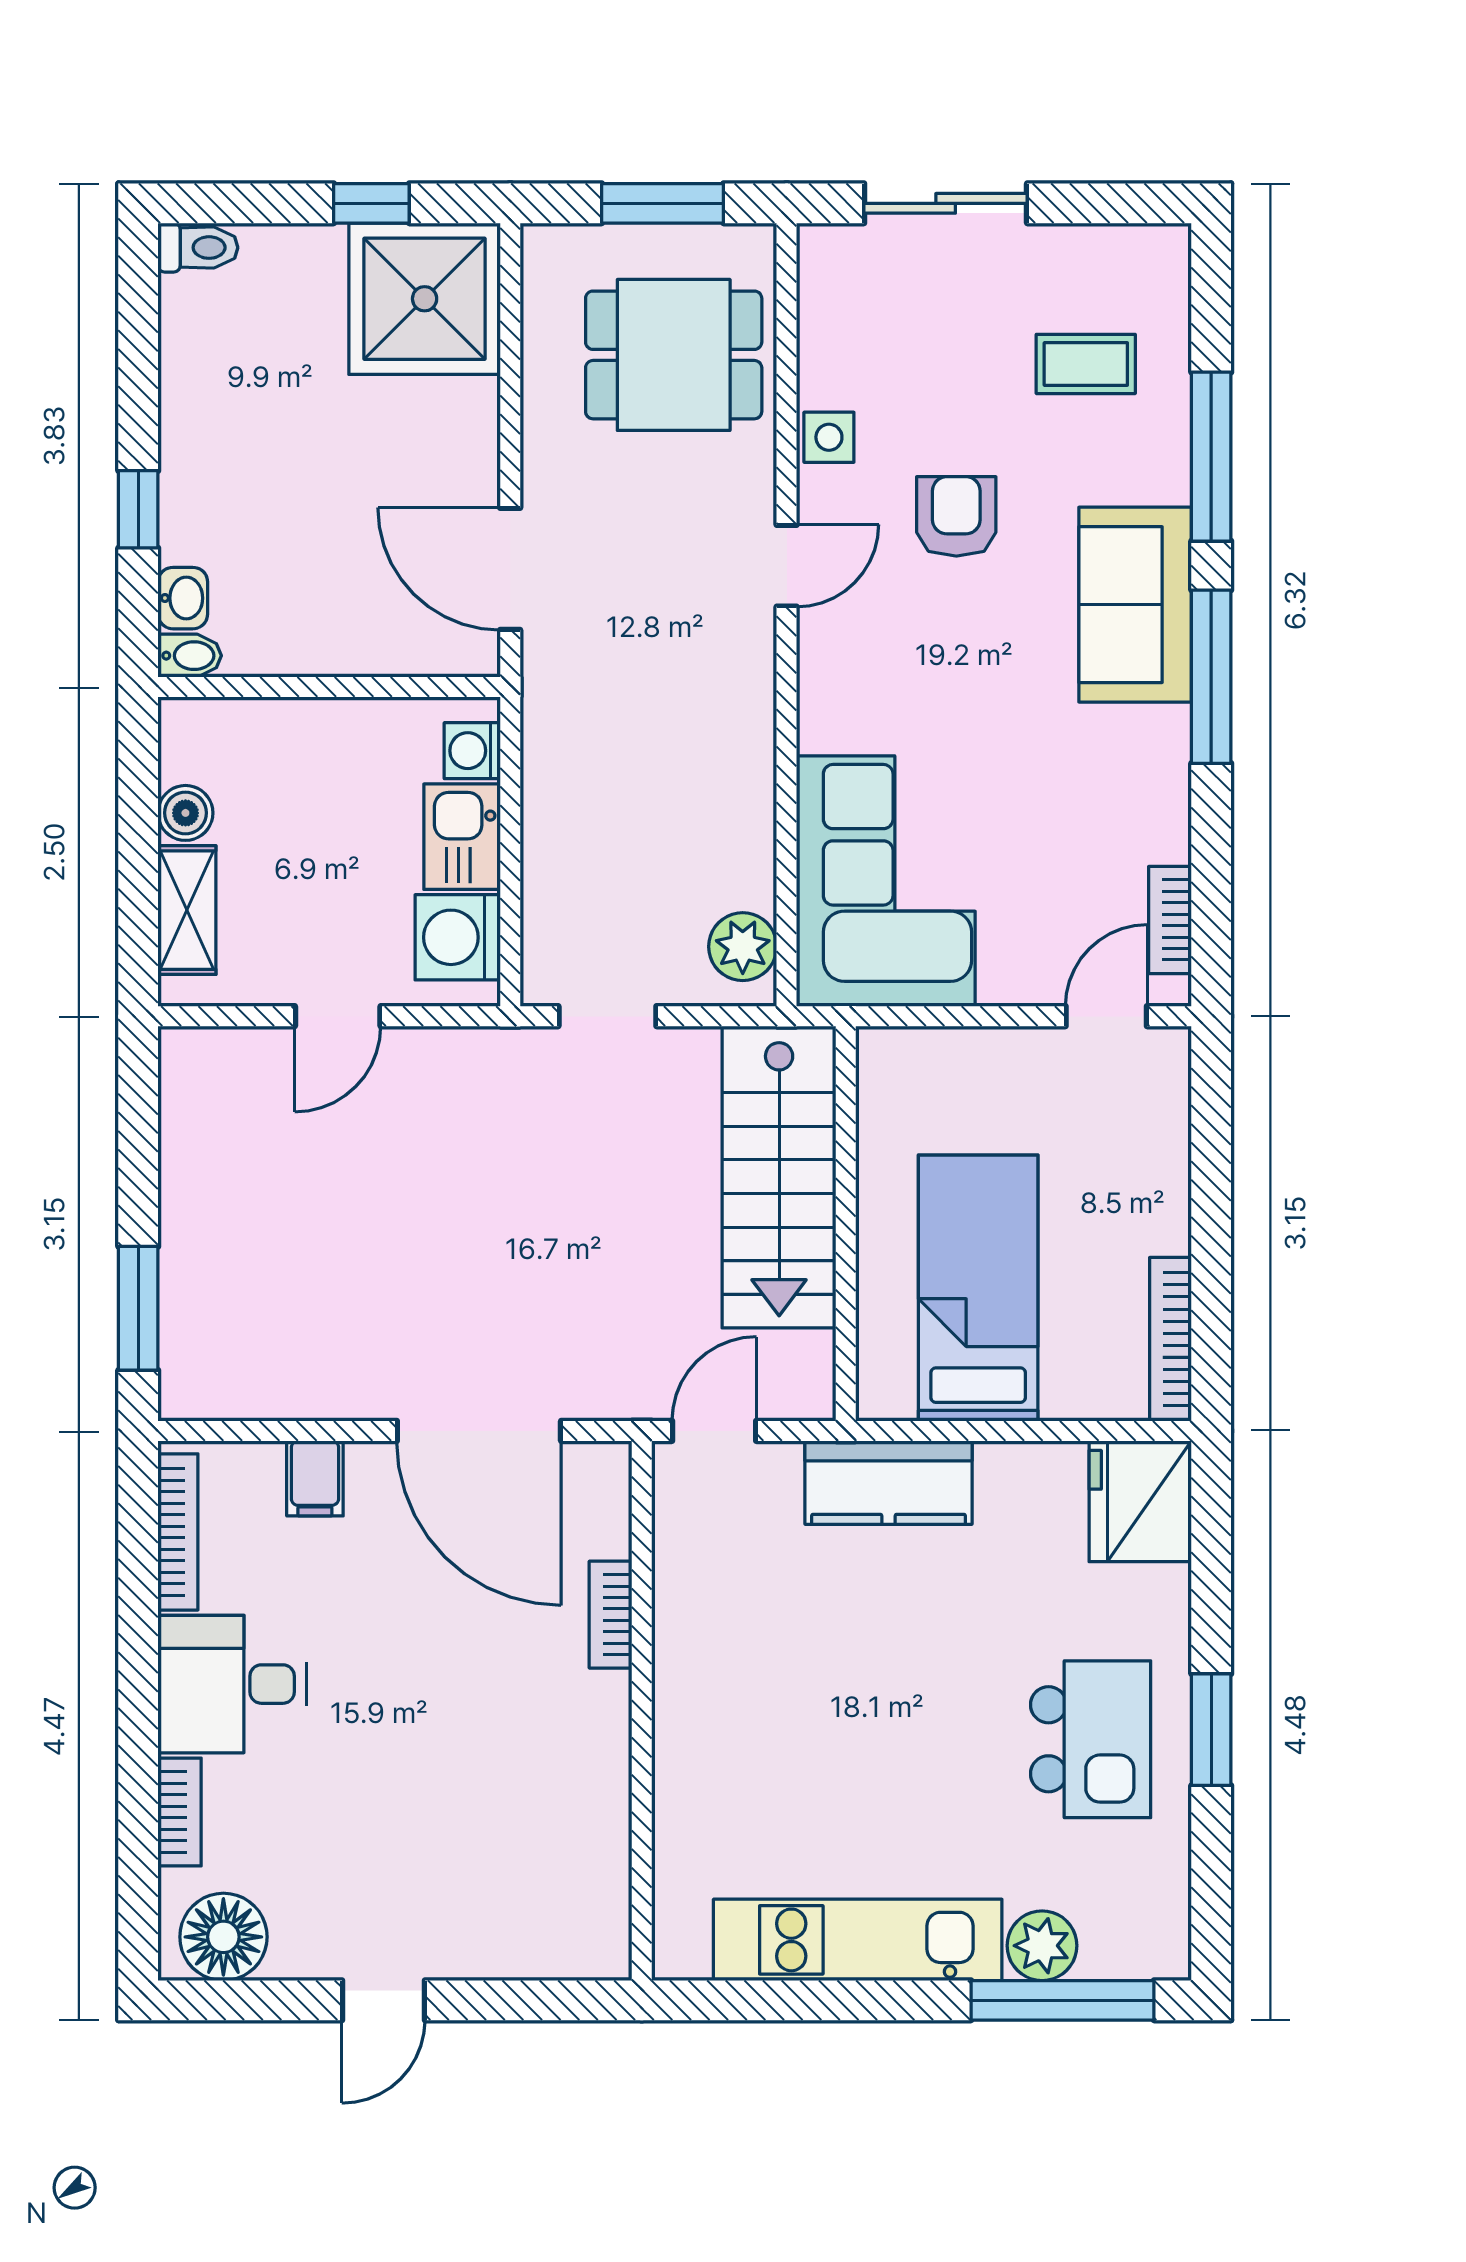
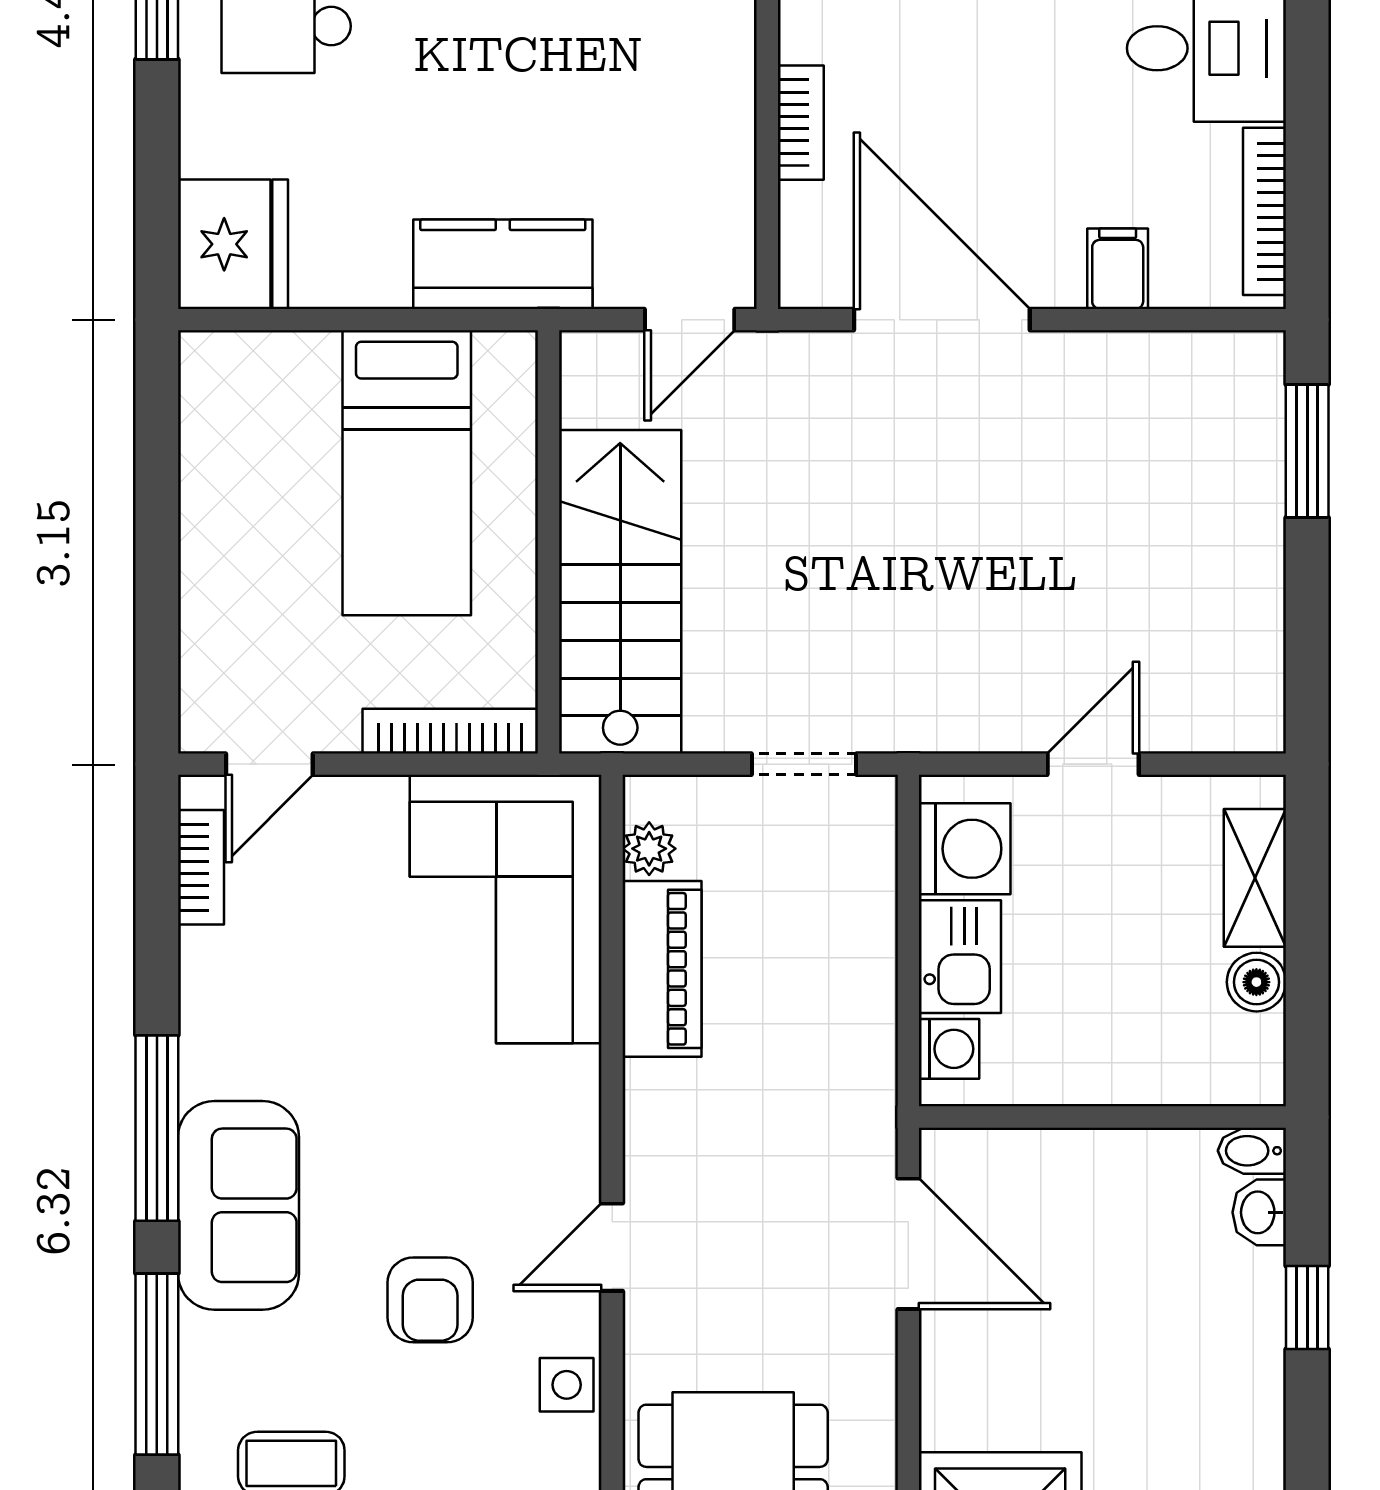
piano: (740, 825) -> (662, 969), added
plant: (743, 947) -> (649, 849), width x0.73, depth x0.73
bookcase: (1170, 1339) -> (450, 731), moved, turned -90

